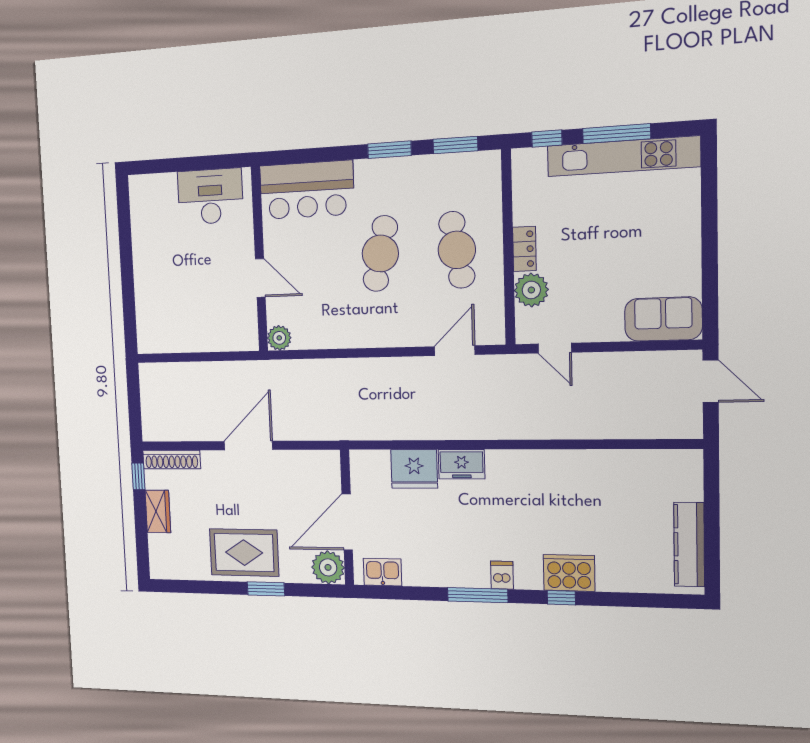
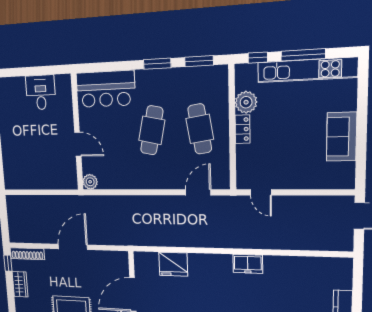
desk: (210, 197) -> (41, 92), width x0.73
plant: (531, 290) -> (246, 102), moved
sofa: (663, 319) -> (342, 137), moved, turned -90
freezer: (462, 464) -> (248, 264), moved

